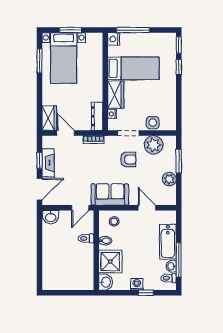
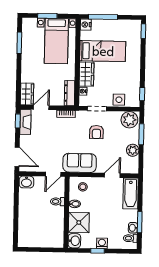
bed with nightstands: (64, 58) -> (56, 41), moved
window: (179, 67) -> (142, 94), moved
door: (66, 133) -> (41, 107), hinge flipped
plant: (154, 145) -> (129, 120), moved
armchair: (128, 159) -> (96, 132), turned 90
window: (40, 161) -> (18, 121), moved
fireplace: (48, 163) -> (25, 122), moved
door: (40, 189) -> (17, 157), hinge flipped
door: (147, 208) -> (112, 175), hinge flipped
bathtub: (168, 242) -> (131, 194), moved
window: (179, 260) -> (140, 222), width x0.69
window: (146, 293) -> (98, 251), moved

